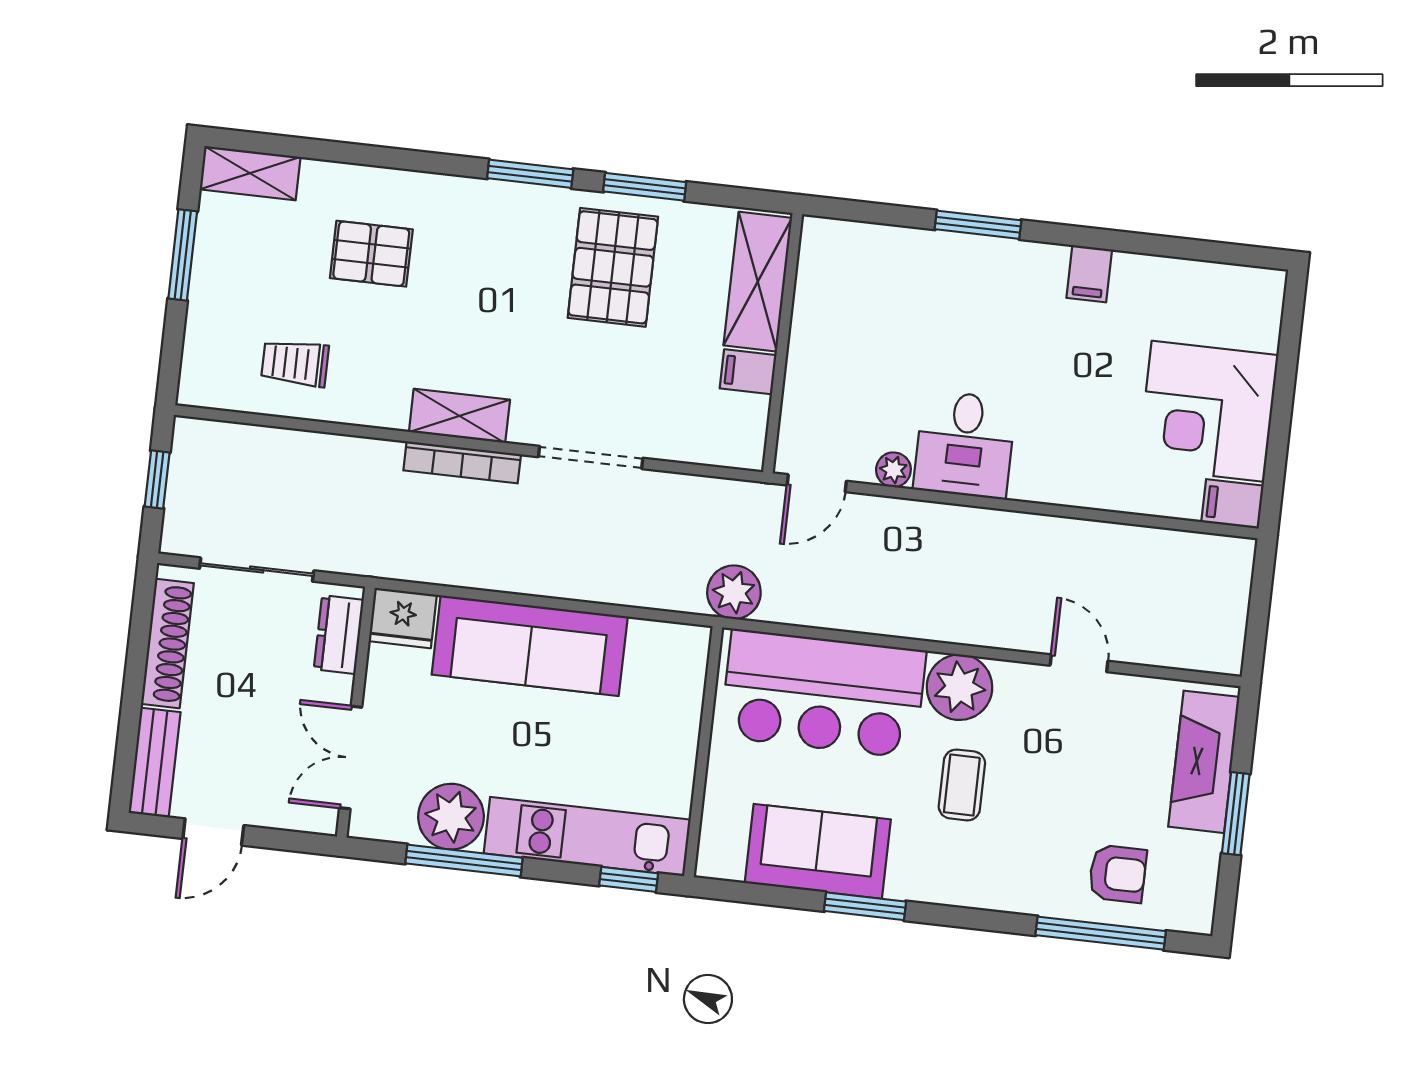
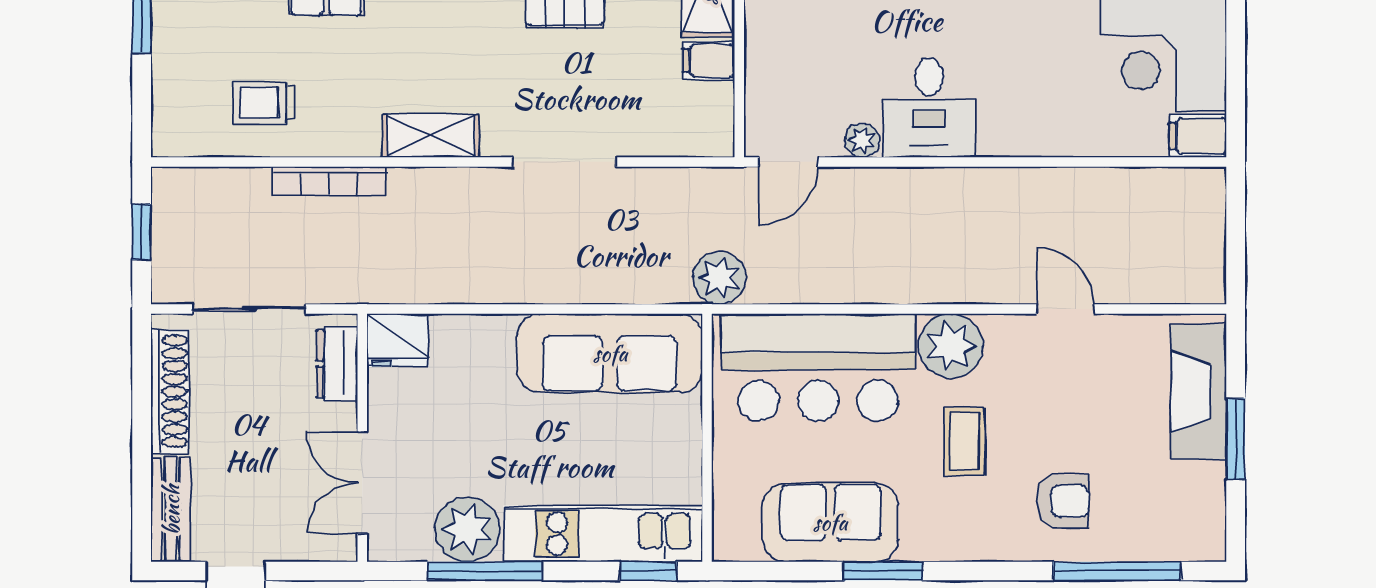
bookcase: (462, 462) -> (329, 181), moved
sofa: (530, 646) -> (610, 353), moved
armchair: (1118, 874) -> (1063, 501), moved

